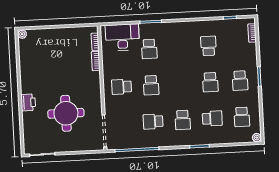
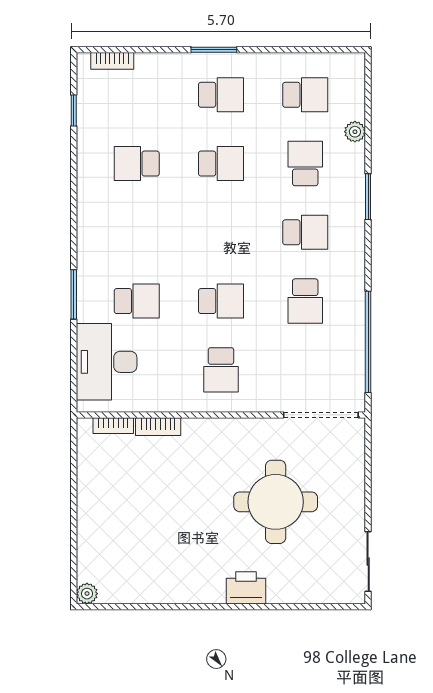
plant: (257, 138) -> (355, 132), moved

